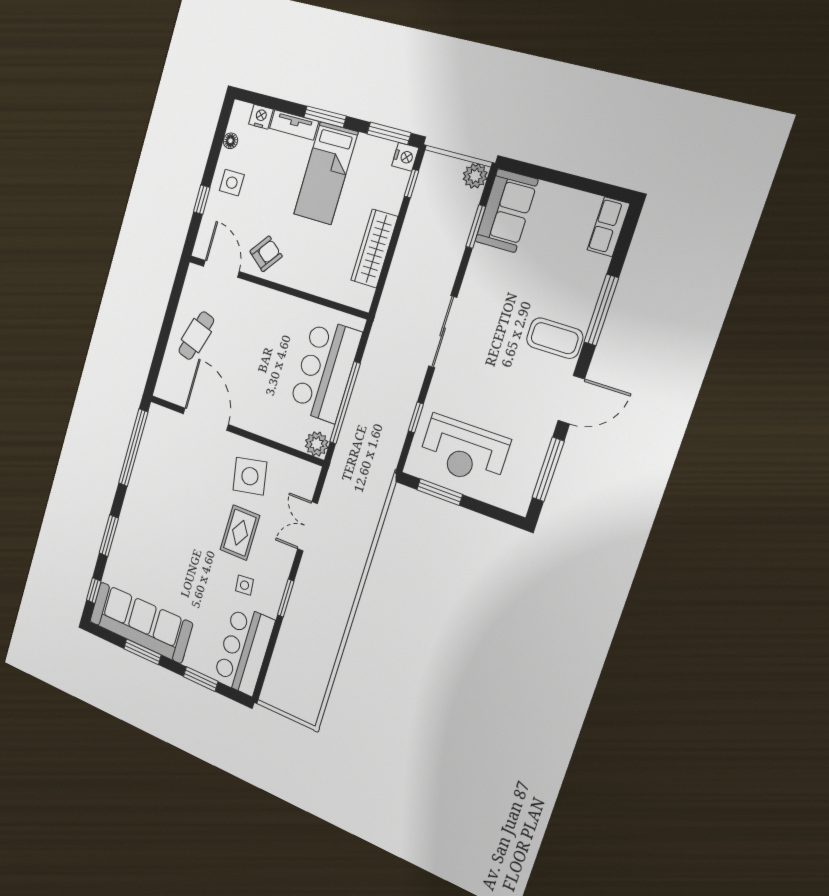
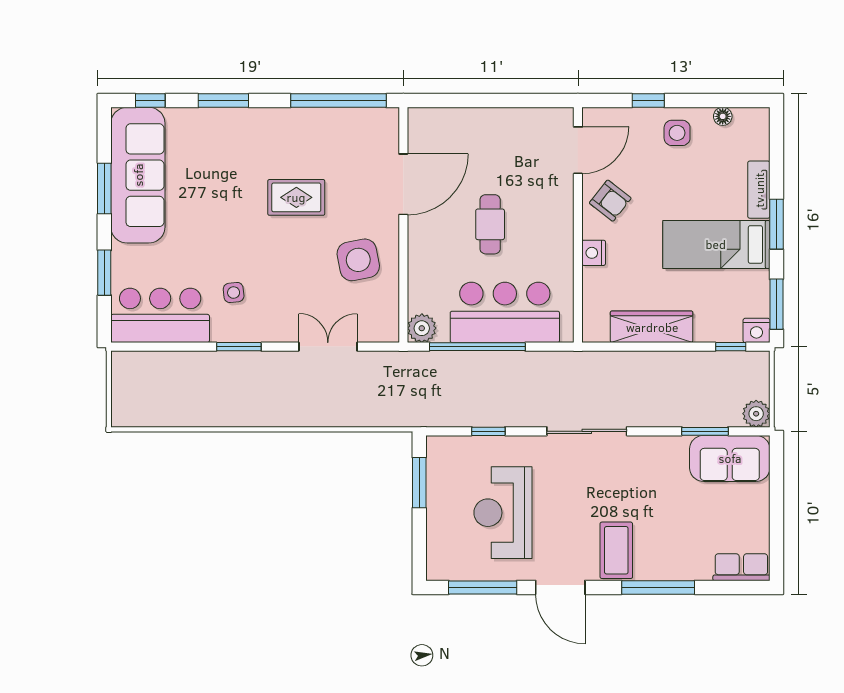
nightstand: (261, 117) -> (594, 253), moved, turned 180
cafe table: (196, 336) -> (490, 224), moved, turned 73
reception desk: (464, 451) -> (503, 513), moved
rug: (240, 533) -> (296, 197), moved

